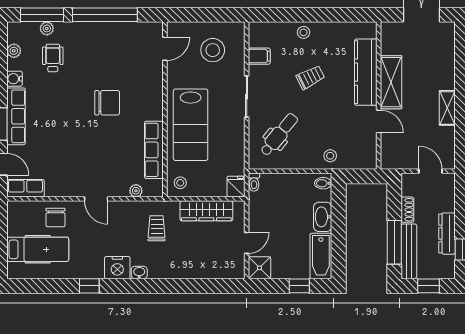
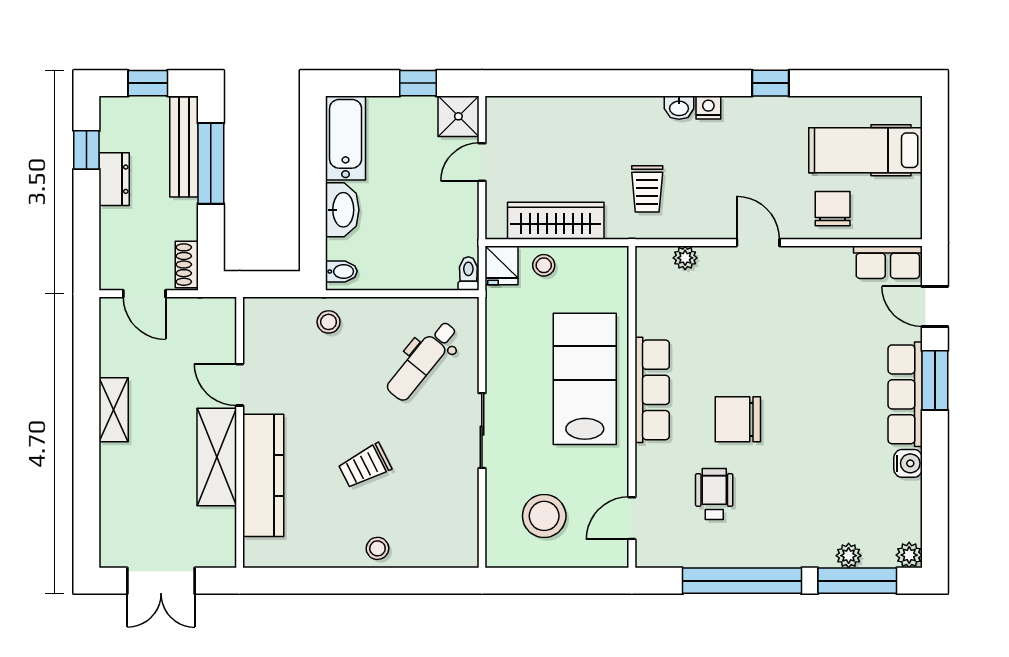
plant: (14, 51) -> (909, 555), moved
filing cabinet: (259, 56) -> (459, 505), removed
wheelchair: (53, 58) -> (714, 494), moved, turned 180
row of seats: (154, 150) -> (652, 390), moved
stool: (180, 183) -> (544, 265), moved
shoe rack: (407, 210) -> (187, 265), moved
dresser: (447, 234) -> (114, 179), width x0.70
nightstand: (117, 268) -> (708, 107), width x0.53, depth x0.56
window: (299, 286) -> (418, 83), moved

